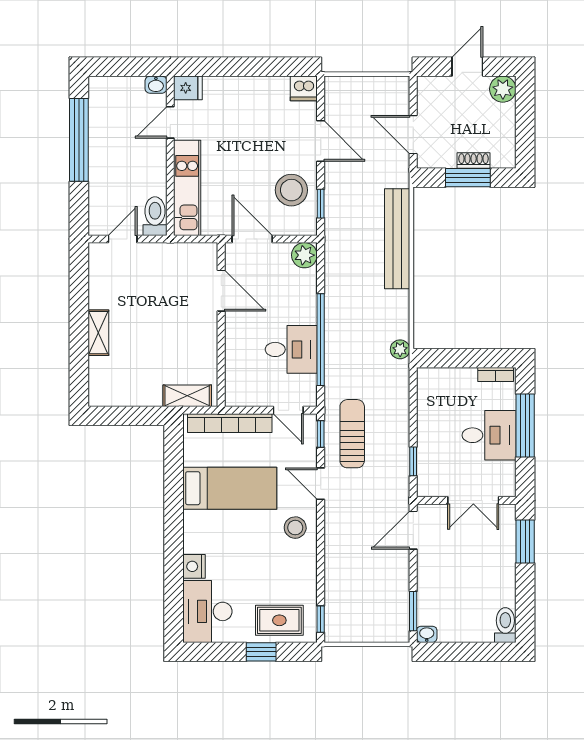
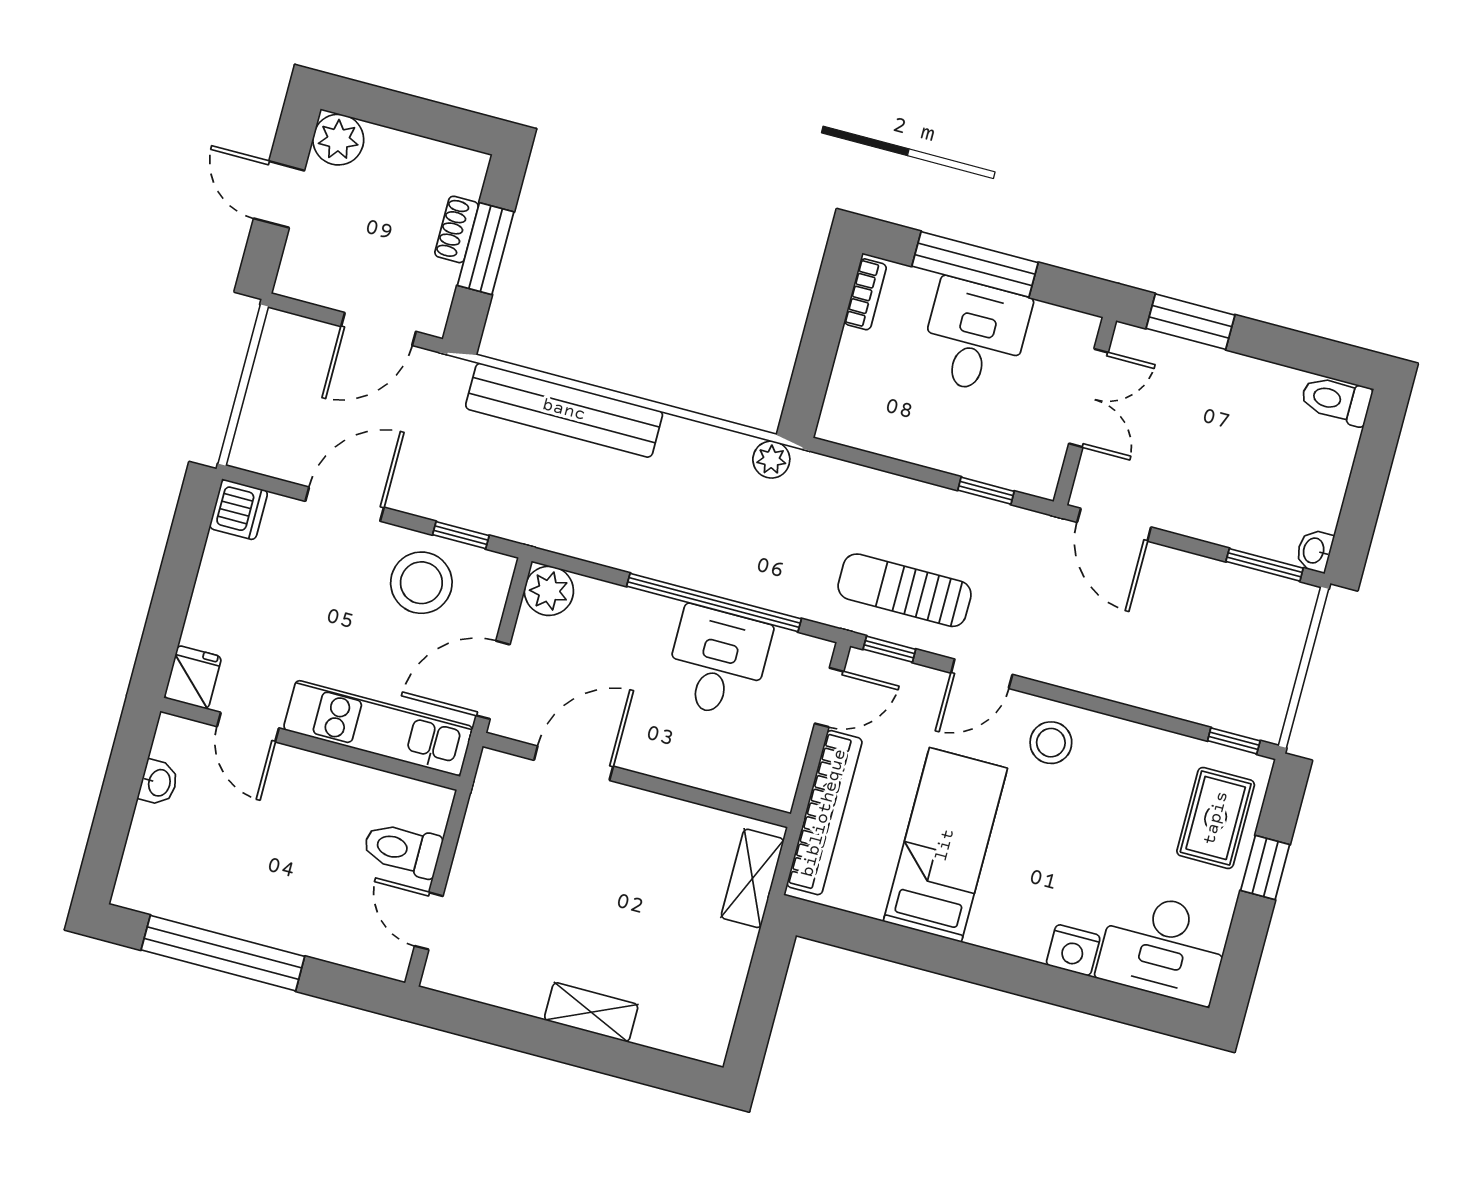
fridge: (188, 88) -> (193, 677), moved
door: (170, 122) -> (248, 727), moved
wall: (170, 156) -> (310, 744), moved
kitchen unit: (187, 188) -> (378, 728), moved

